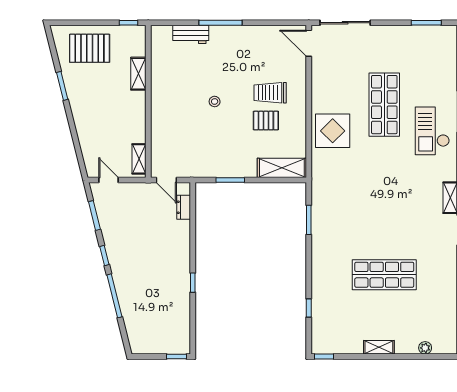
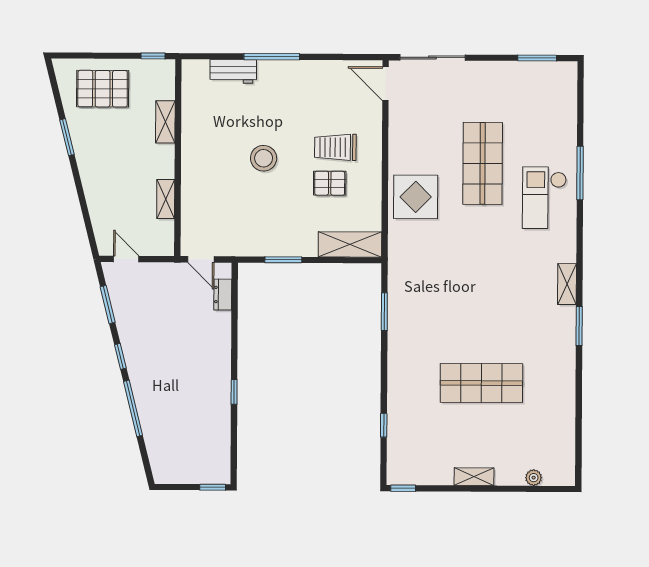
stool: (215, 101) -> (264, 158), width x1.89, depth x1.89
shelving: (139, 159) -> (166, 199), moved

